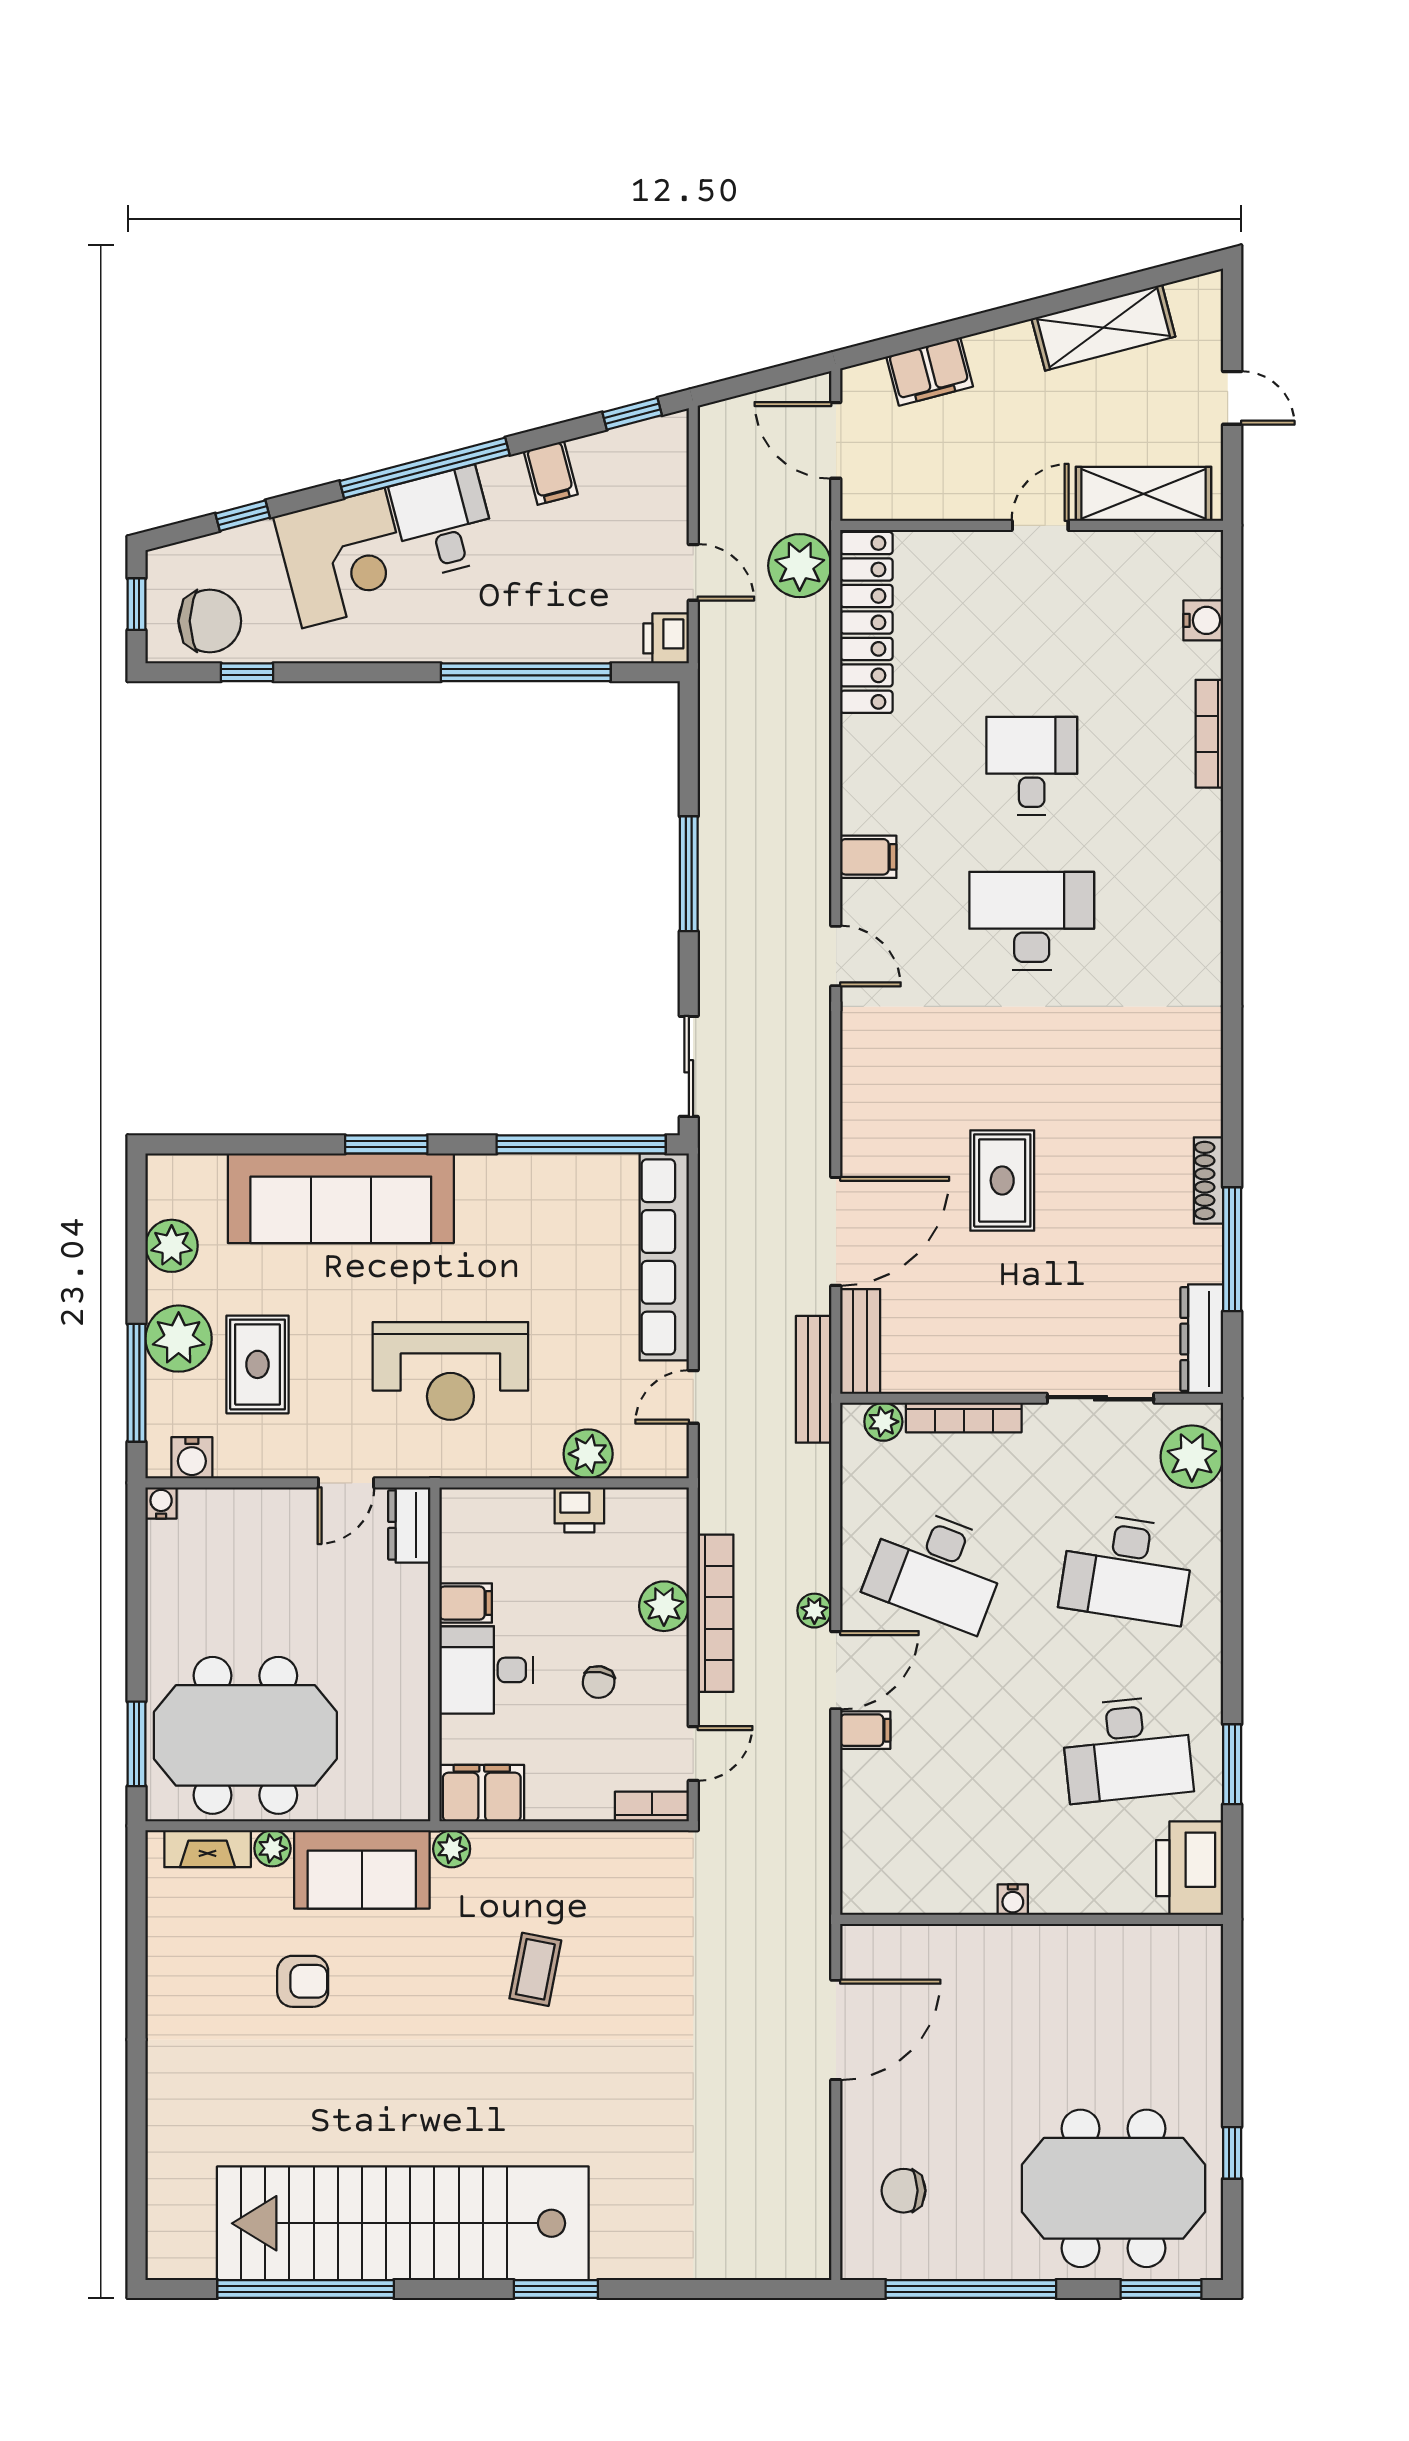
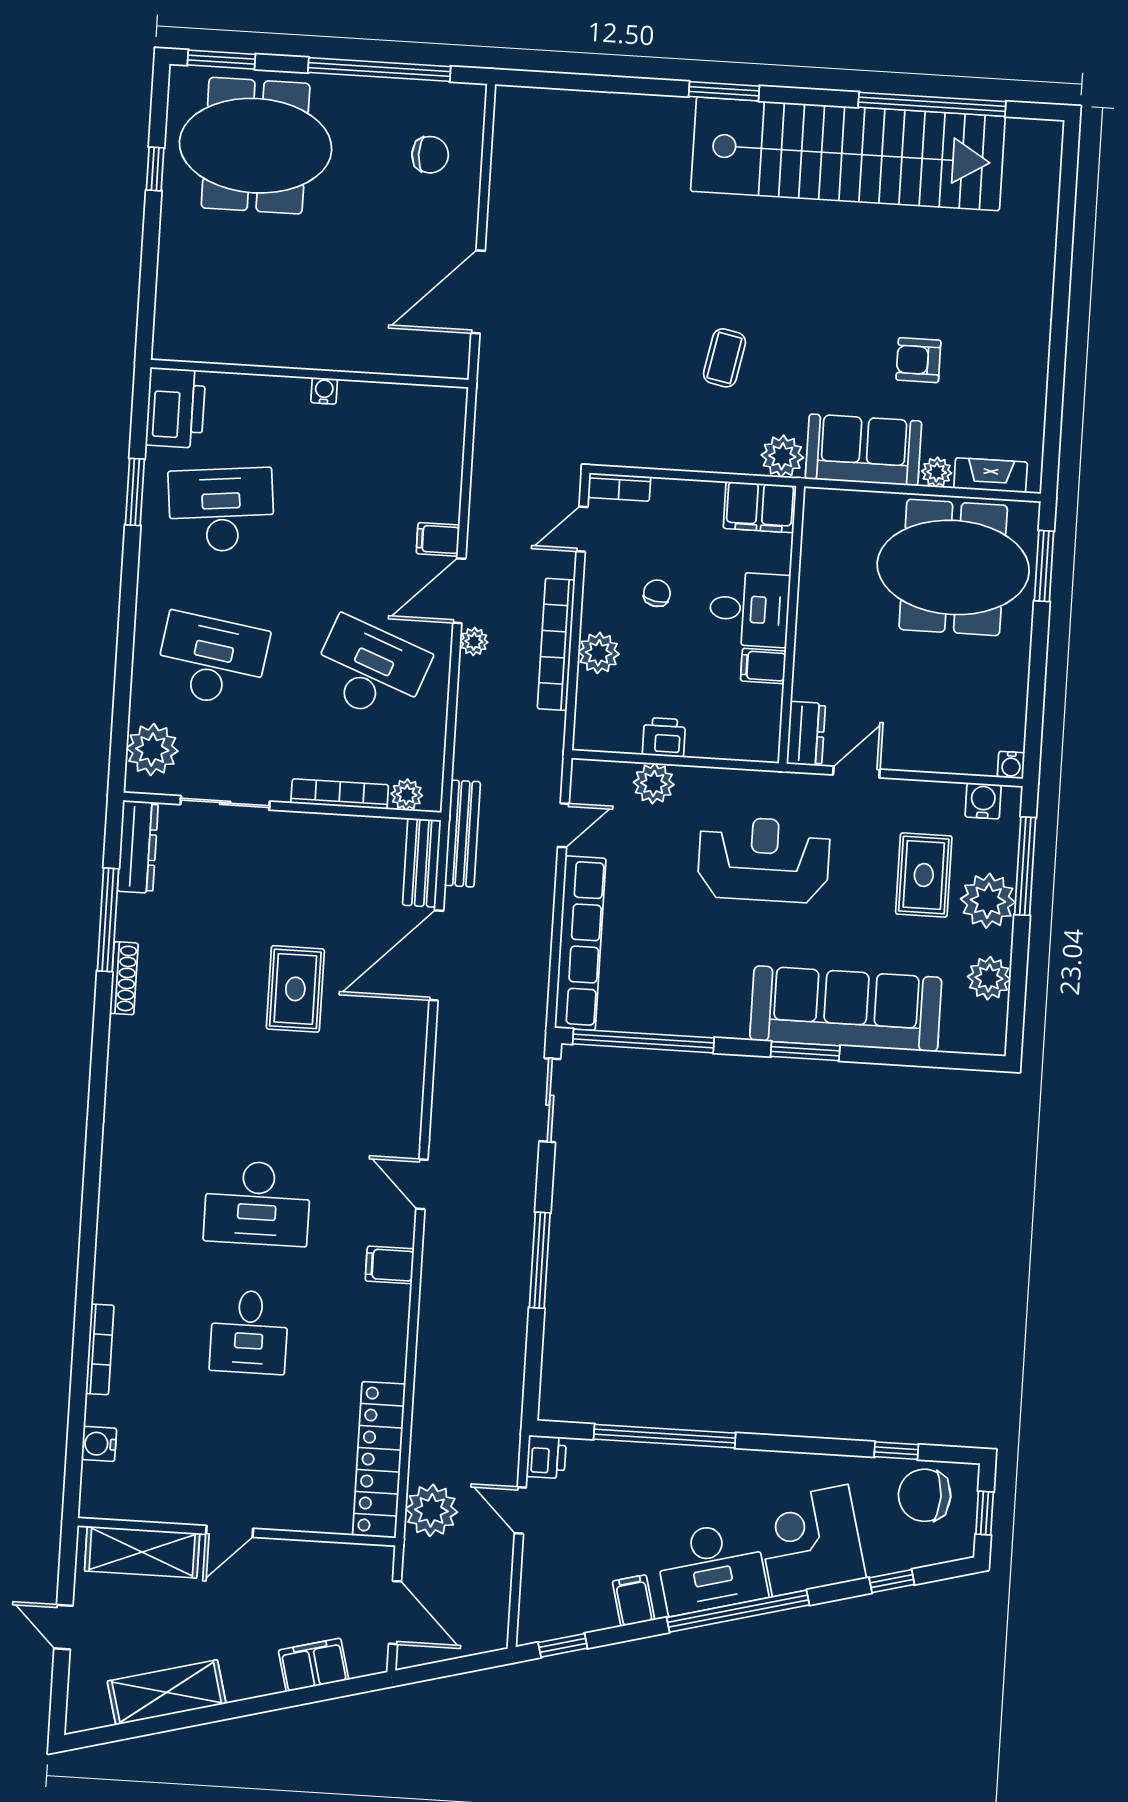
desk: (444, 522) -> (711, 1568), width x1.37
plant: (452, 1849) -> (782, 456), width x1.38, depth x1.38

